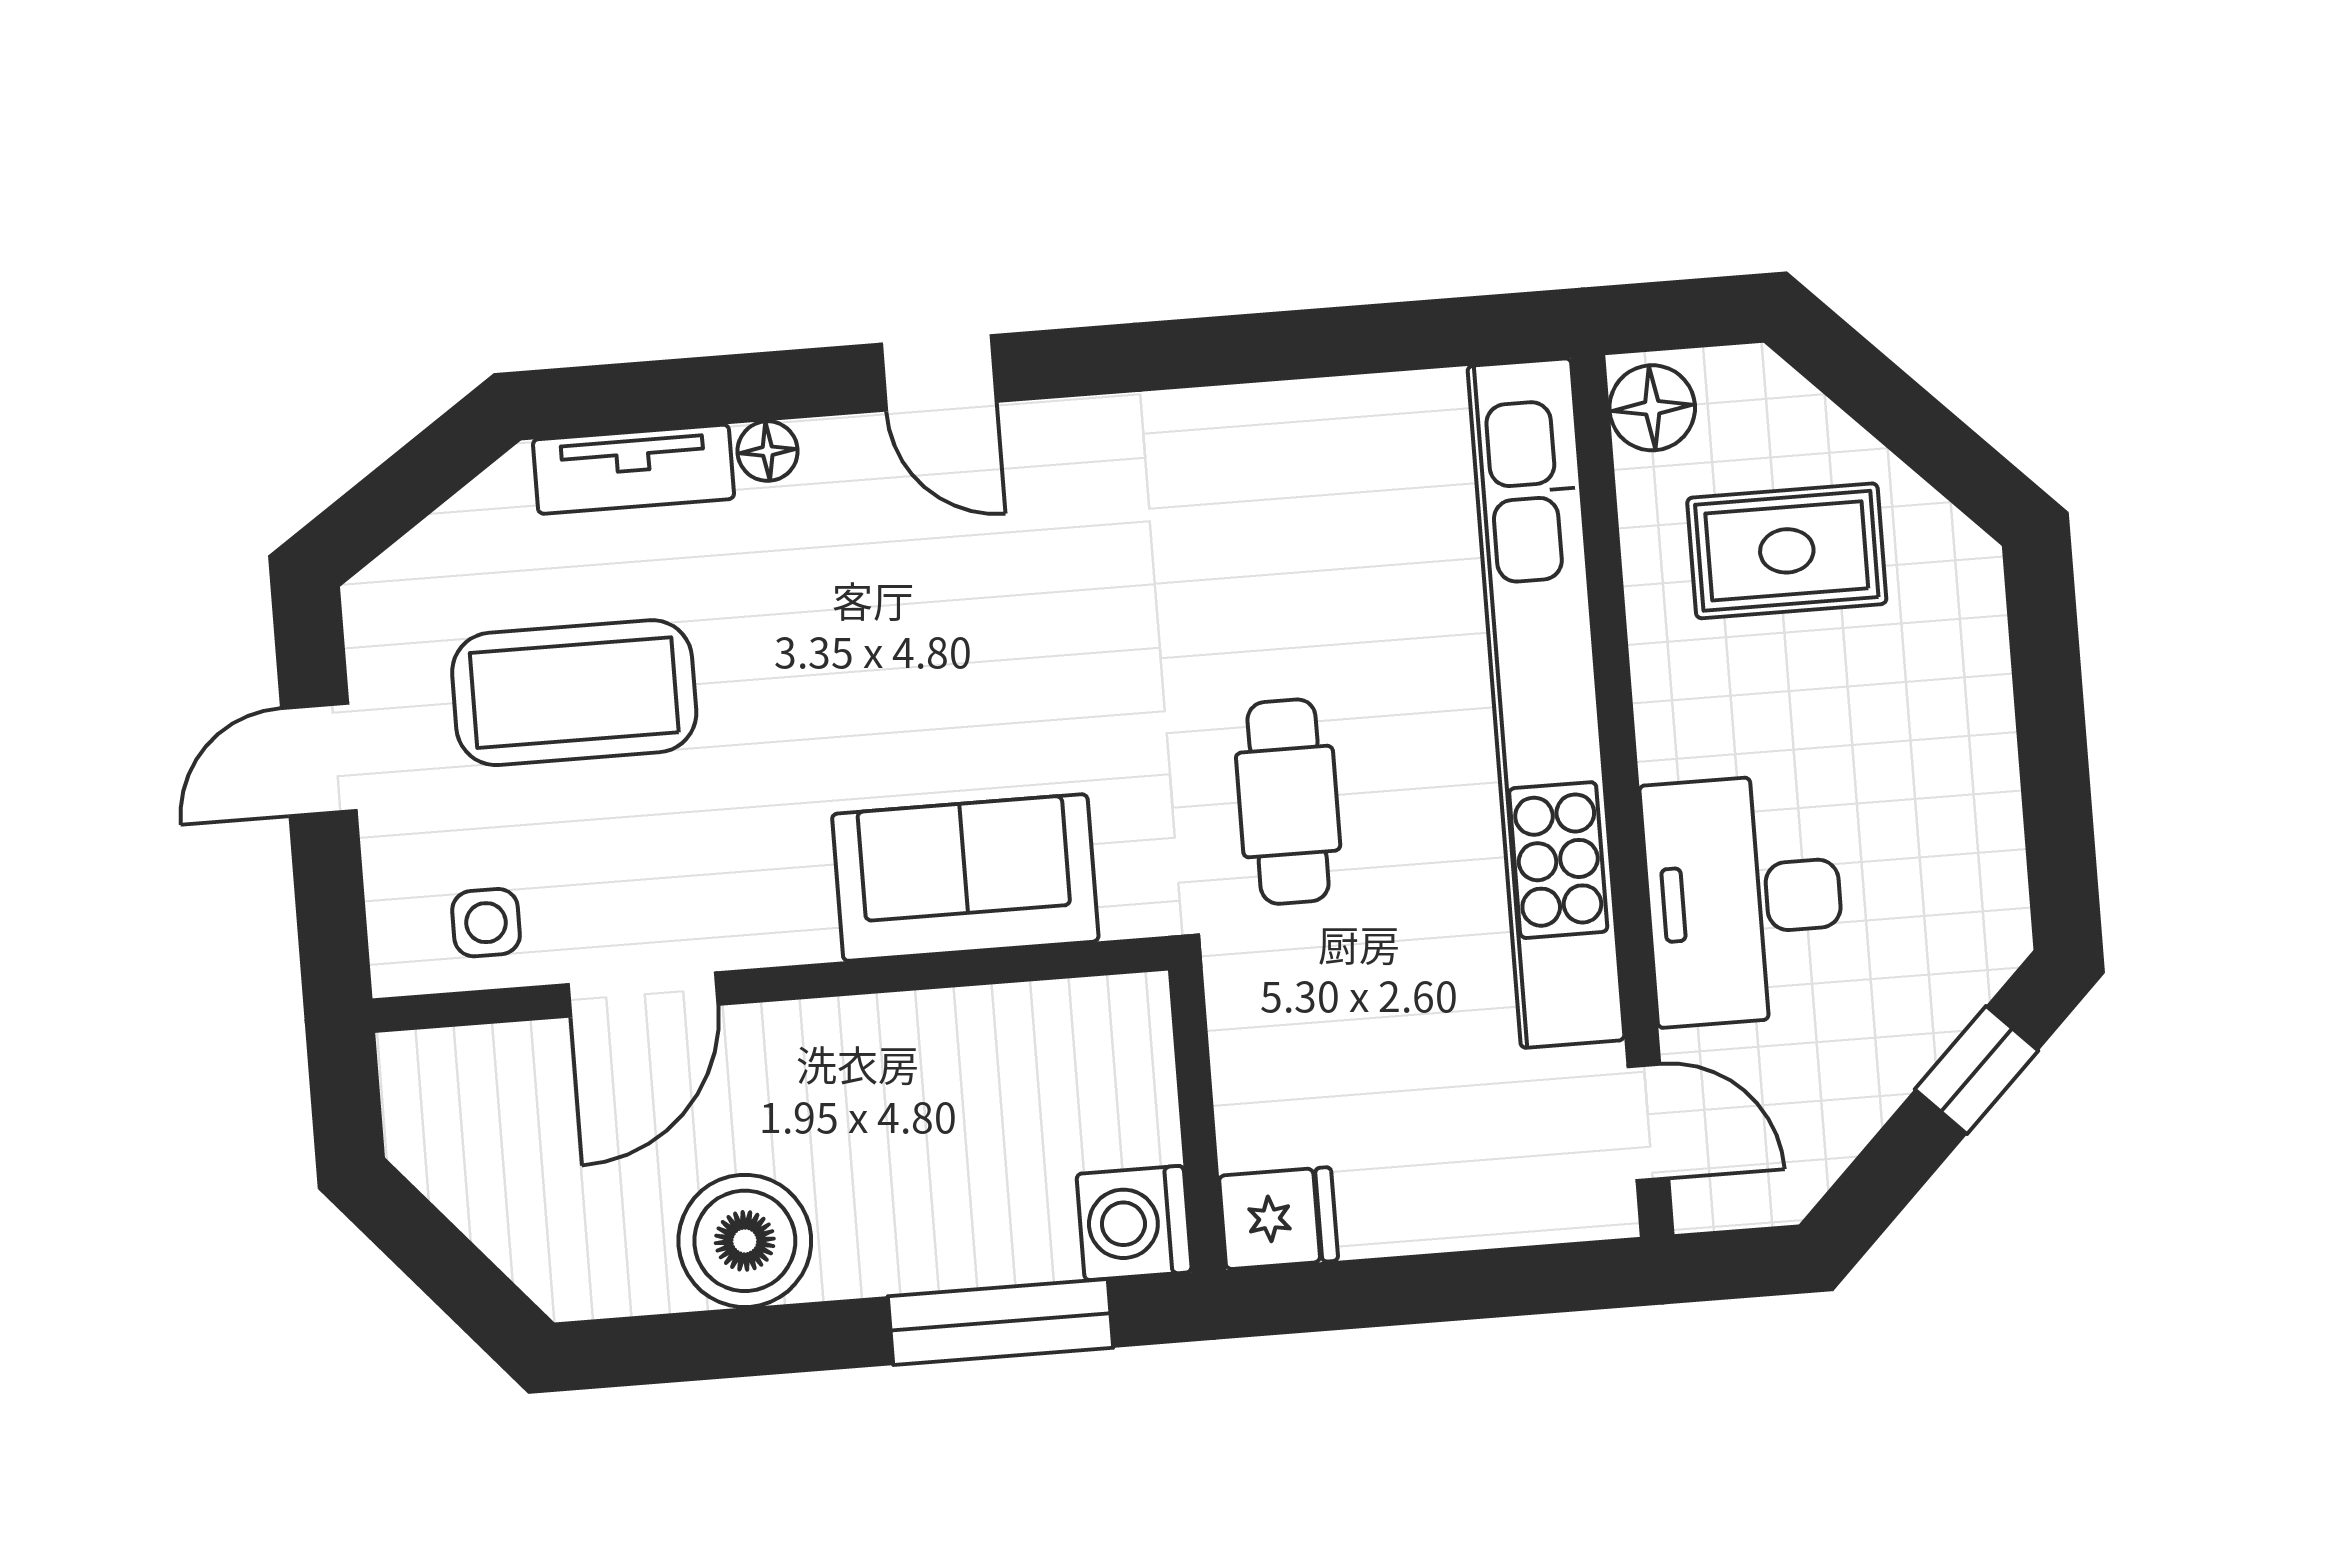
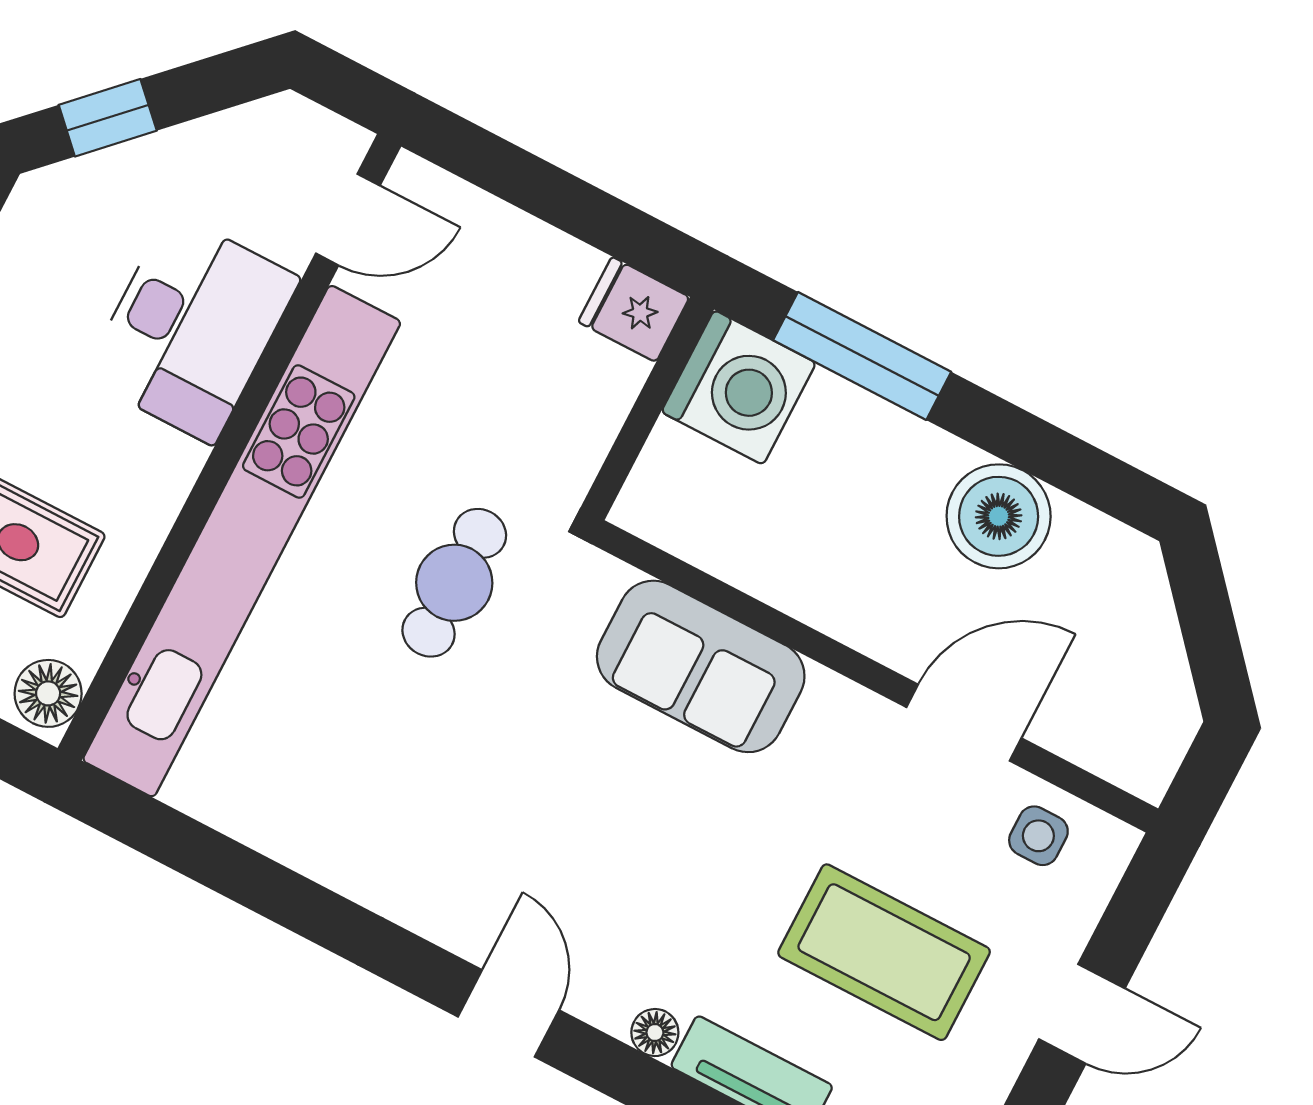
door: (1648, 1122) -> (348, 220), swing flipped
washing machine: (1134, 1223) -> (739, 387), width x1.37, depth x1.37

